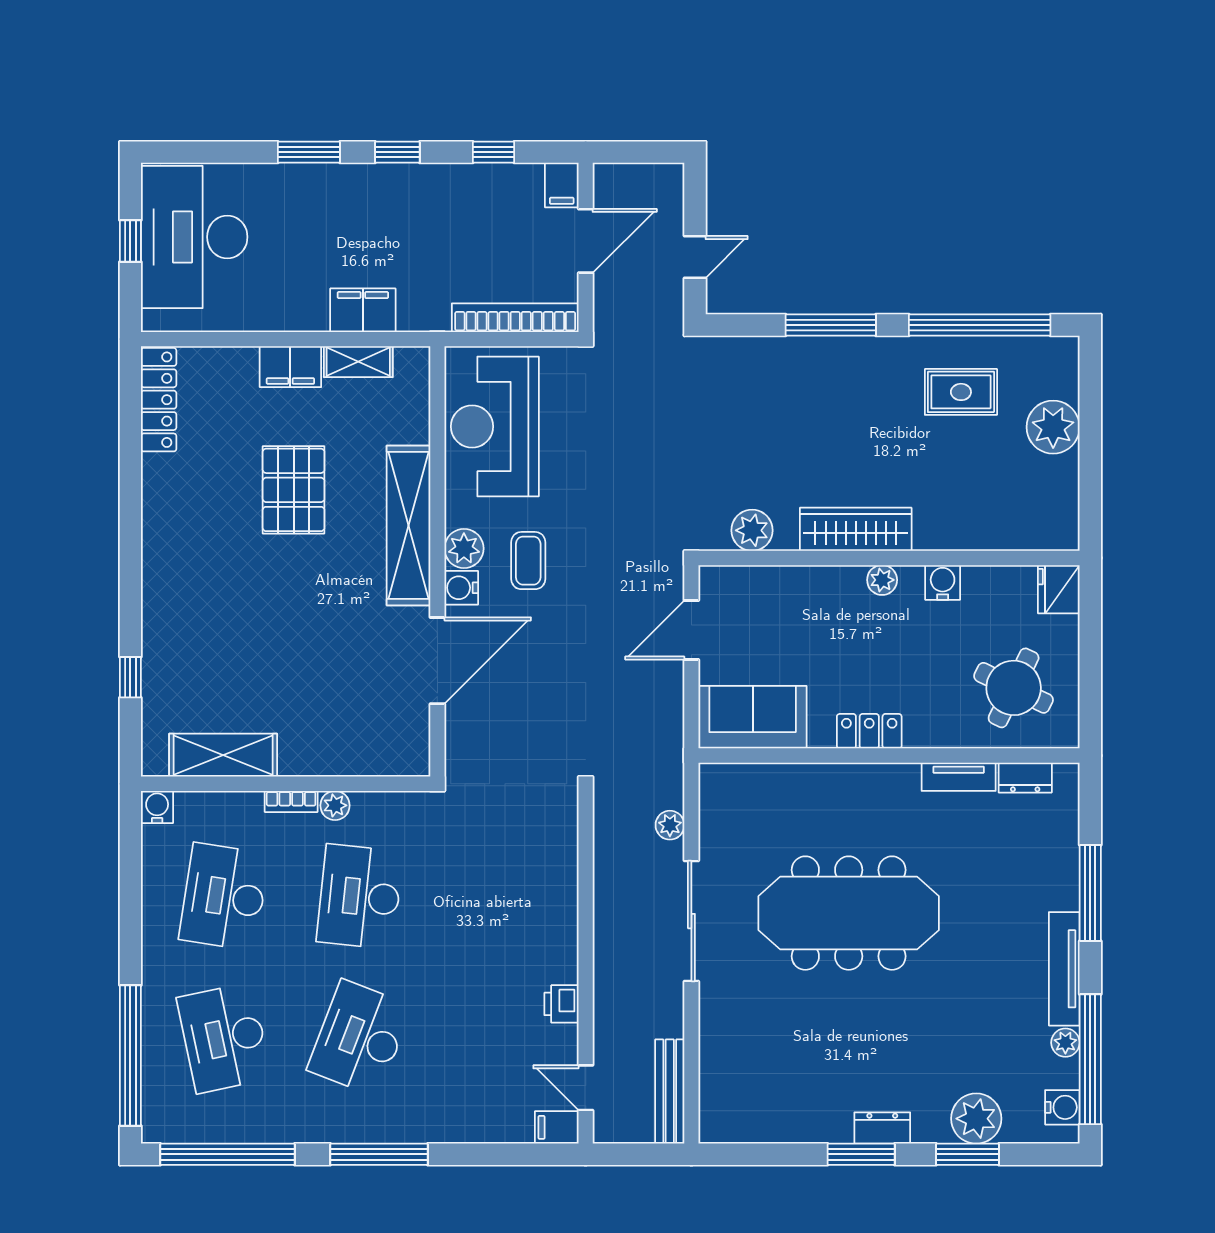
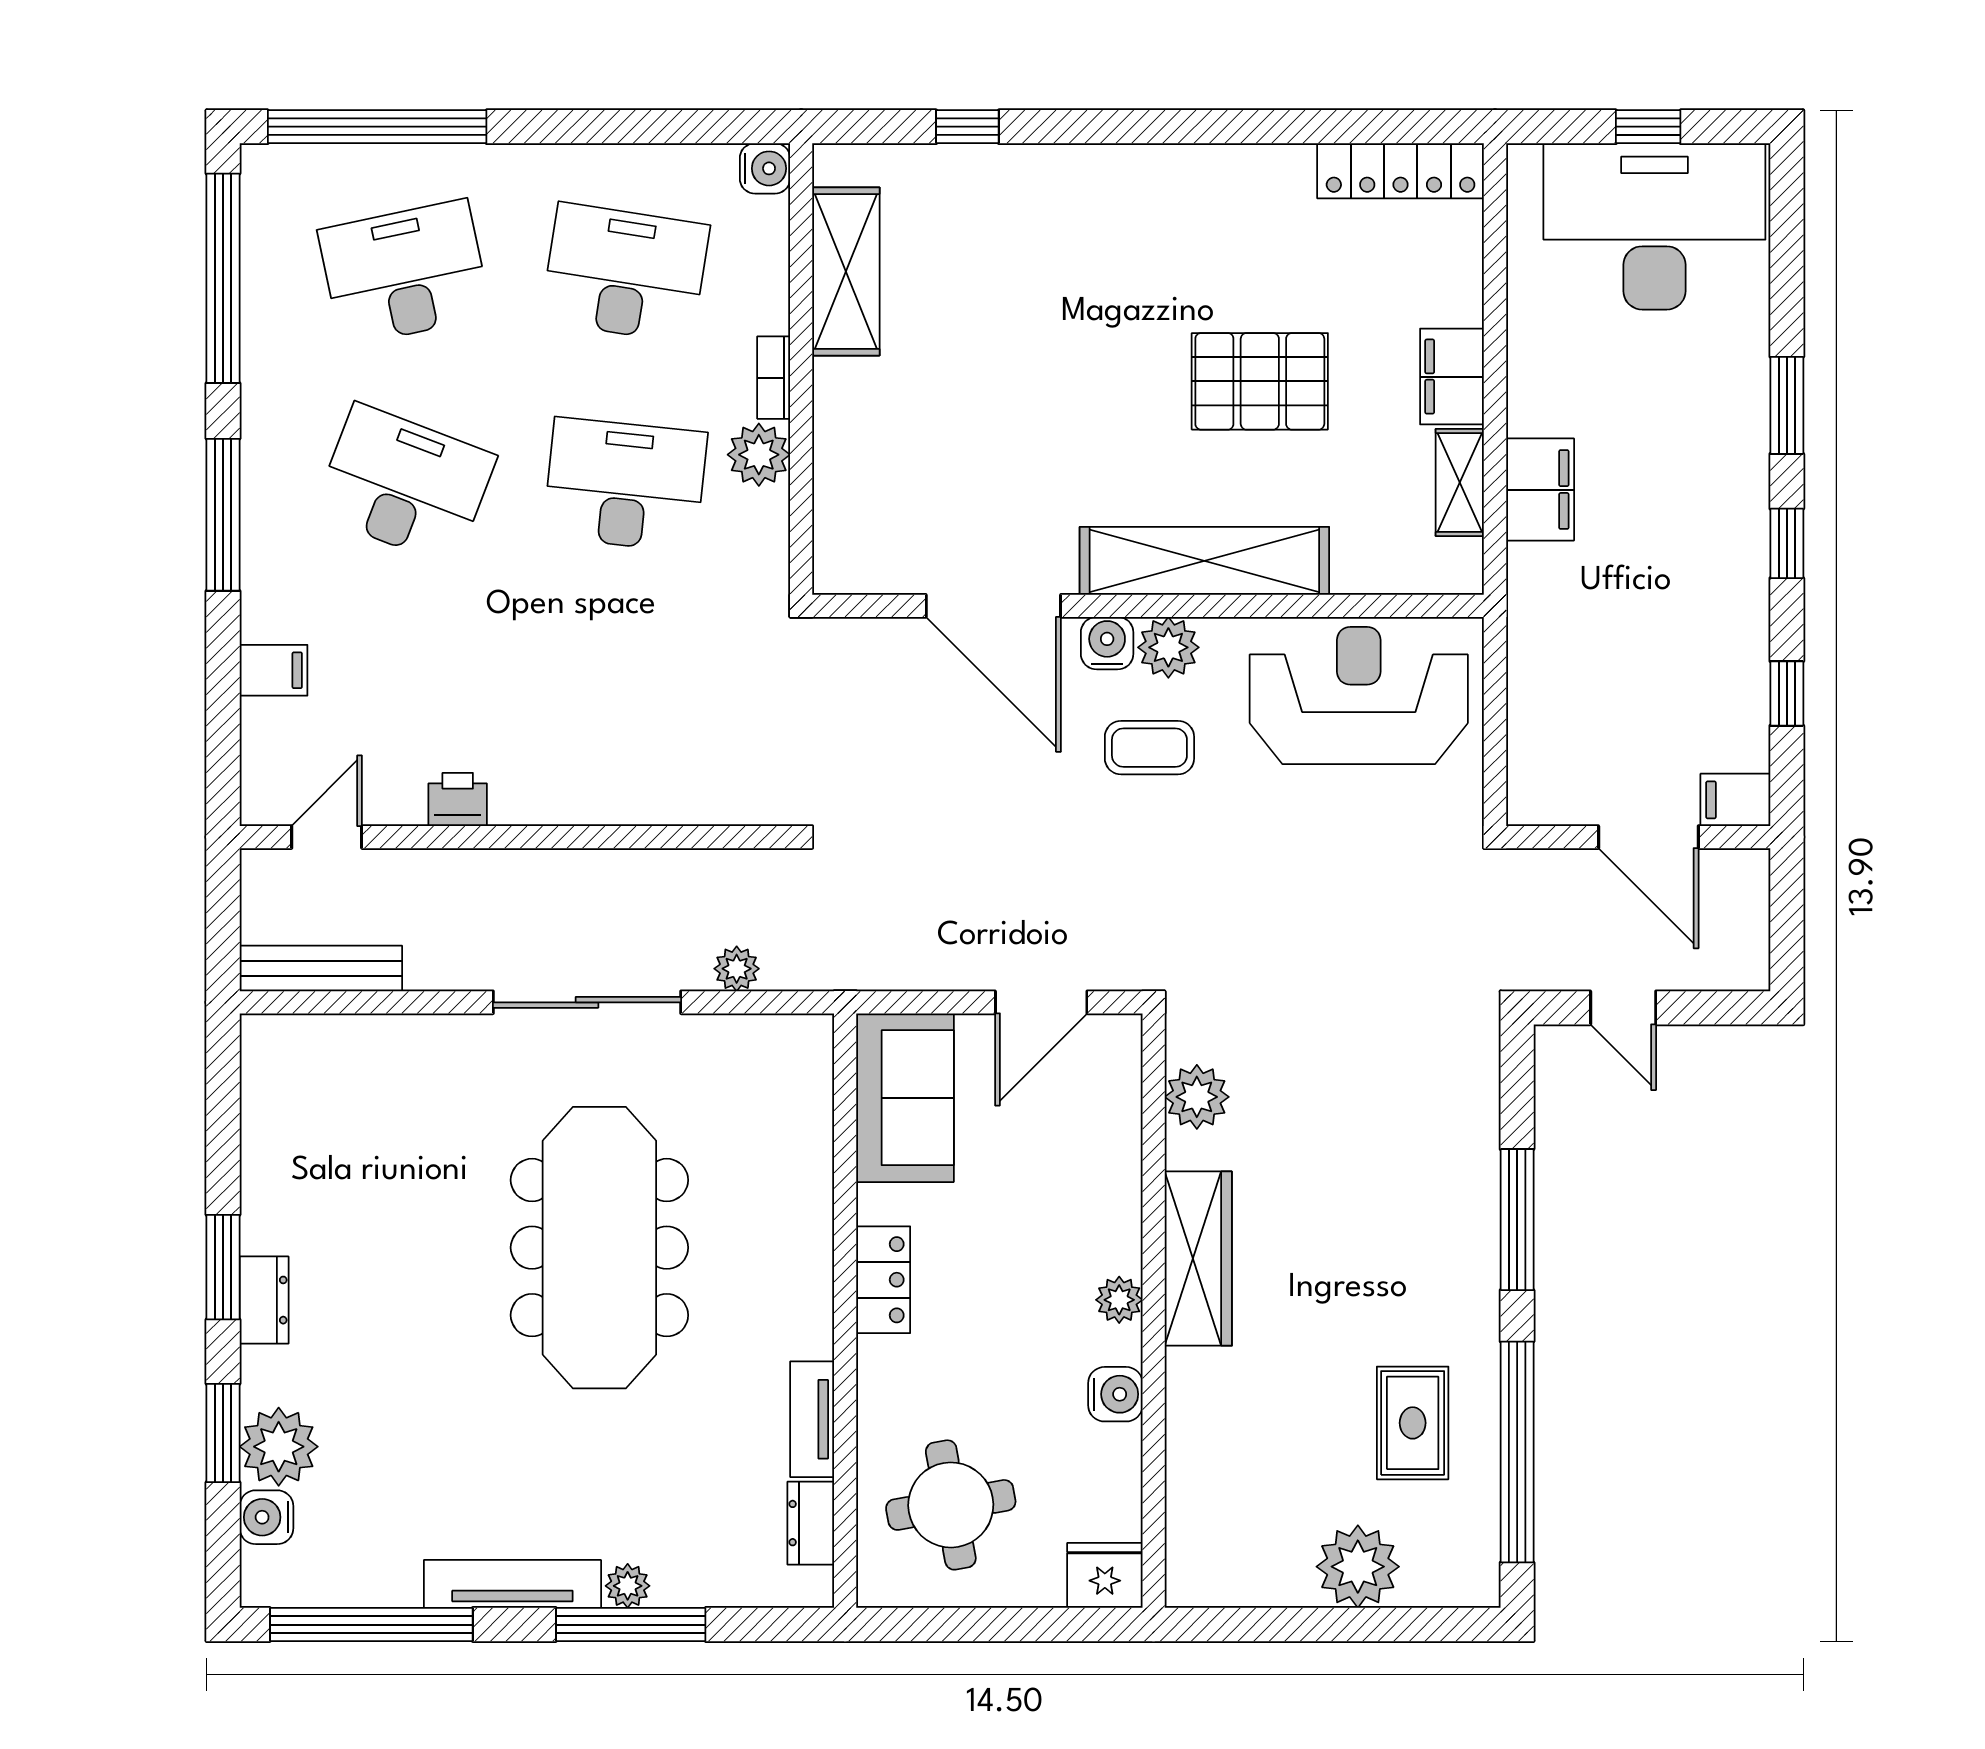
bookcase: (515, 318) -> (1528, 727), removed
door: (691, 630) -> (1041, 1002), swing flipped
round table: (1014, 688) -> (951, 1505), turned -36
plant: (335, 805) -> (759, 455), width x1.38, depth x1.38
plant: (1065, 1043) -> (628, 1586), moved
water cooler: (1062, 1107) -> (266, 1517), moved, turned 90
filing cabinet: (557, 1127) -> (273, 670), moved, turned 90

